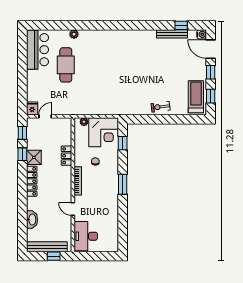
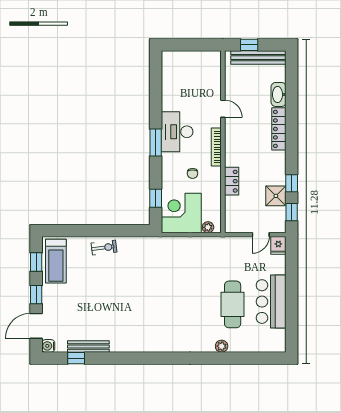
door: (211, 49) -> (36, 326), swing flipped
bar counter: (37, 50) -> (271, 302), moved
shower: (34, 157) -> (276, 196), moved
locker: (32, 181) -> (279, 129), moved
desk: (86, 236) -> (177, 132), moved, turned 180

